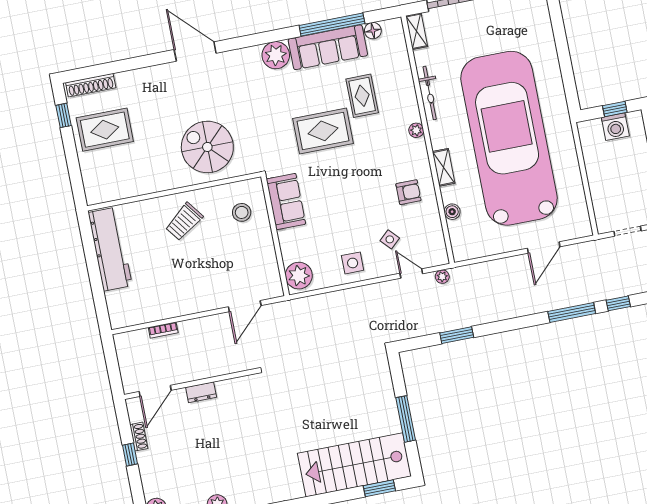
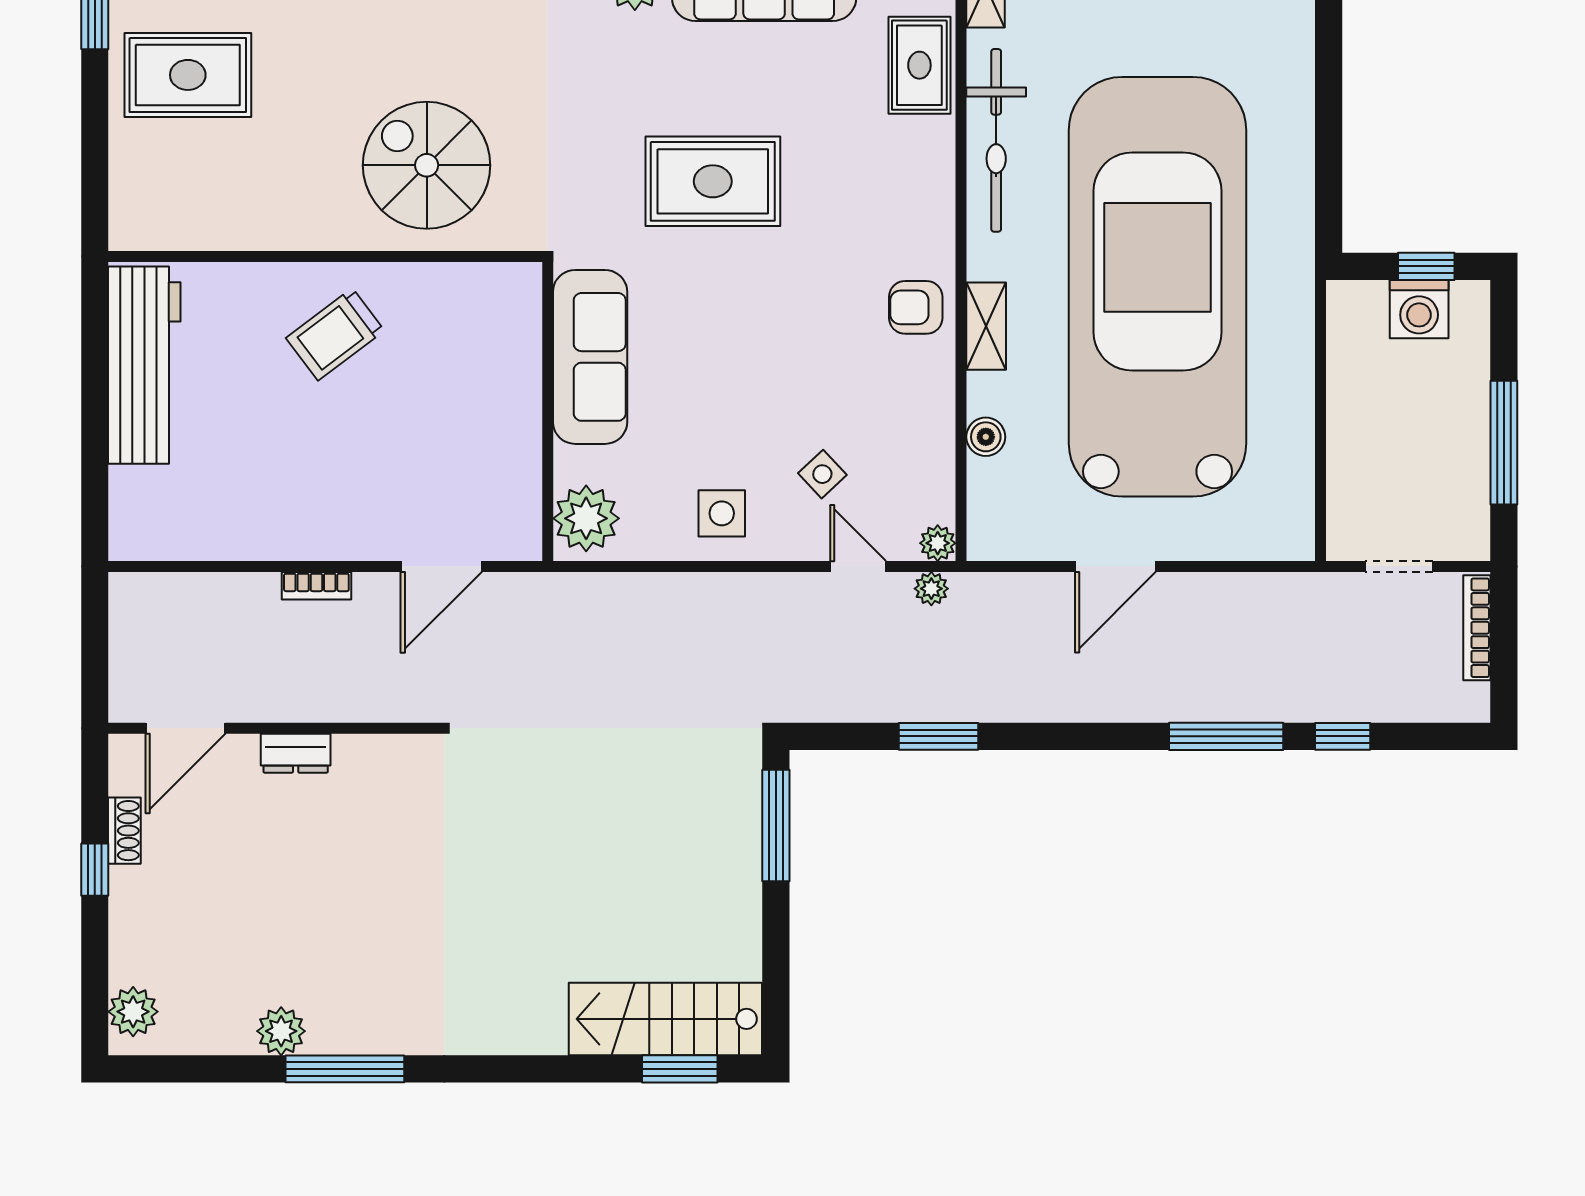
bicycle: (430, 93) -> (996, 140), width x1.37, depth x1.40
rug: (362, 96) -> (919, 65), moved
plant: (416, 130) -> (938, 543), moved
armchair: (408, 192) -> (916, 307), moved, turned 180
sofa: (286, 202) -> (590, 357), width x1.36
stool: (242, 212) -> (478, 339), removed
door: (544, 248) -> (1115, 566), moved
bookcase: (163, 330) -> (316, 586), moved
window: (406, 419) -> (776, 825), moved
stairs: (354, 465) -> (665, 1019), width x0.73, depth x0.66

